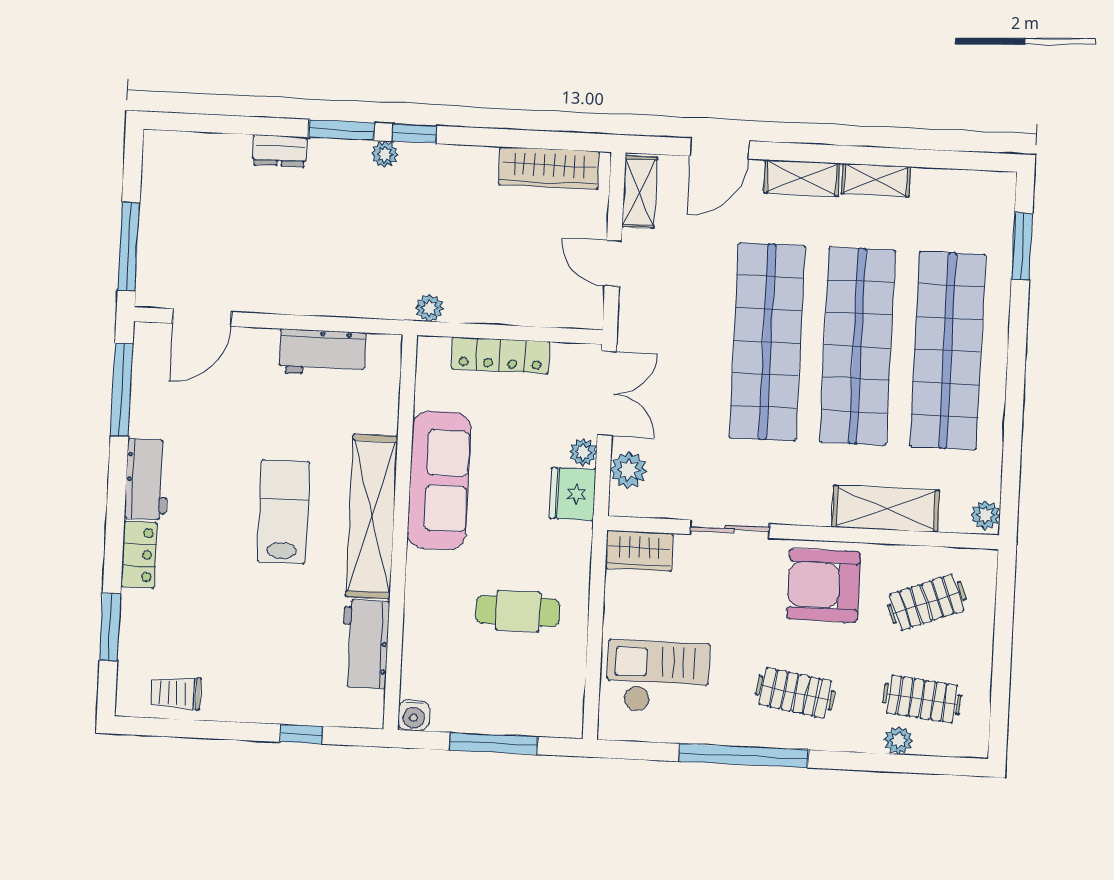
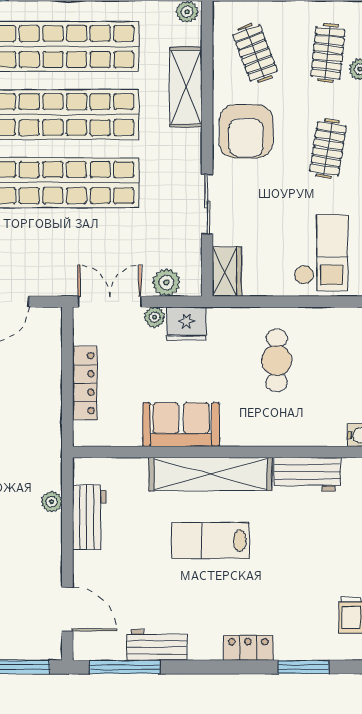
plant: (429, 308) -> (52, 502), moved
workbench: (147, 479) -> (157, 645), moved
sofa: (439, 480) -> (181, 425), width x0.73
checkout: (658, 677) -> (321, 253), turned 180

